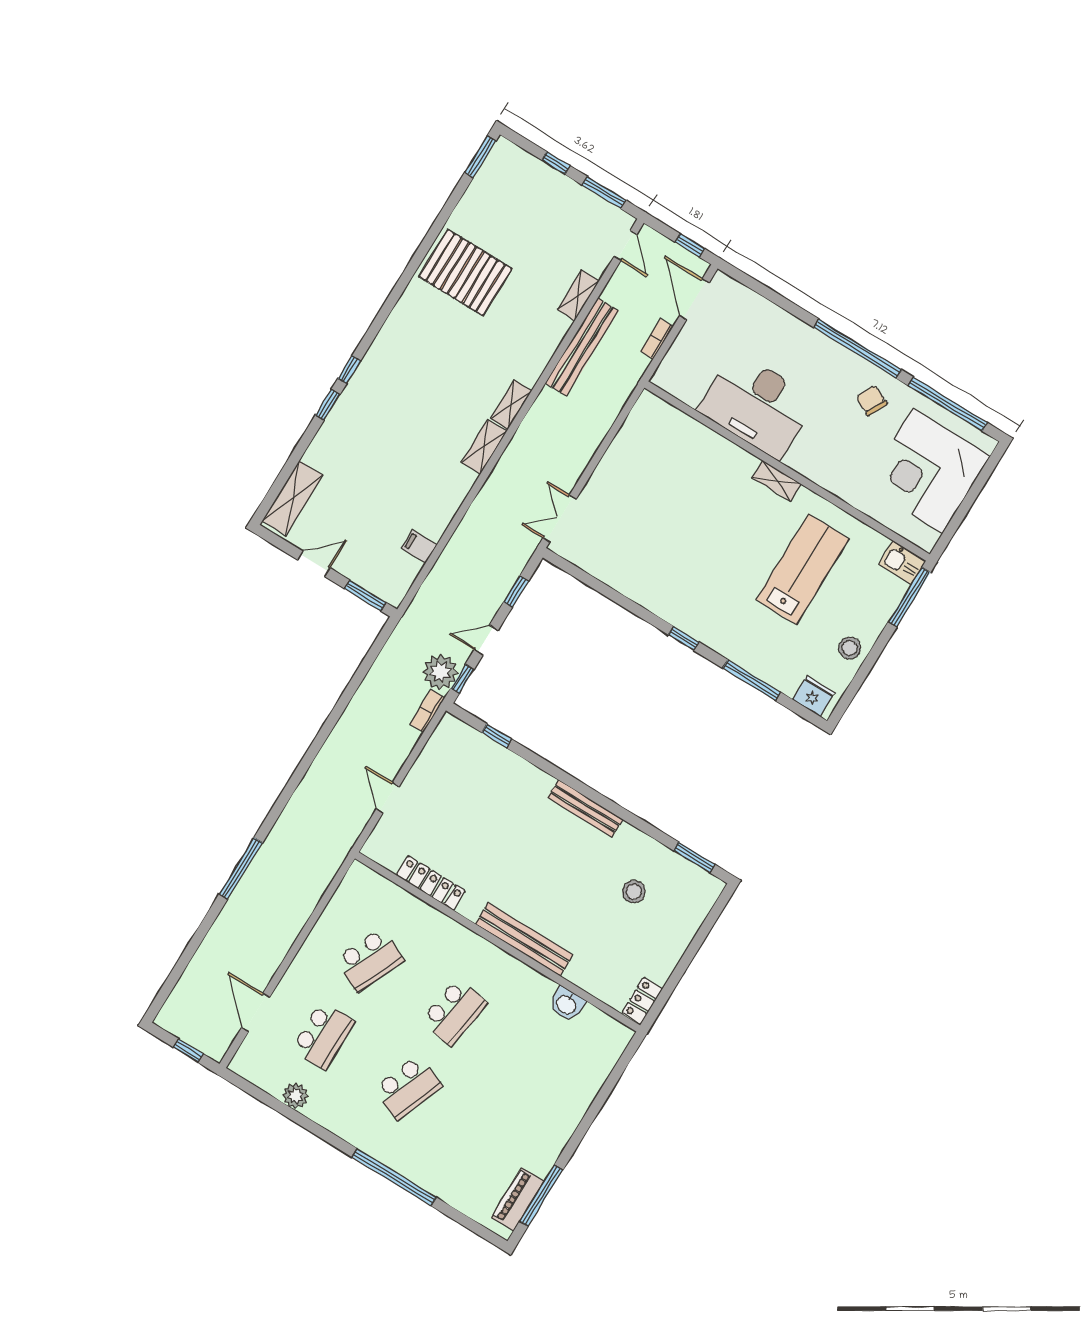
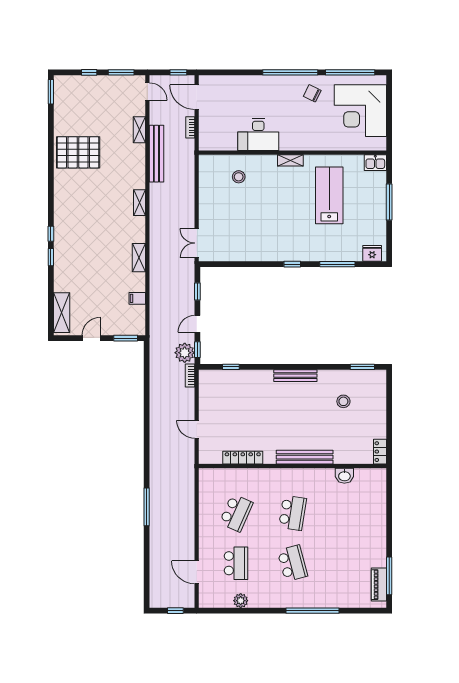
desk: (757, 405) -> (258, 134), width x0.73, depth x0.77
shelving: (484, 447) -> (139, 258), moved
window: (909, 597) -> (389, 202), moved
stool: (850, 648) -> (239, 177), moved
school desk: (408, 1088) -> (292, 563), turned -36

